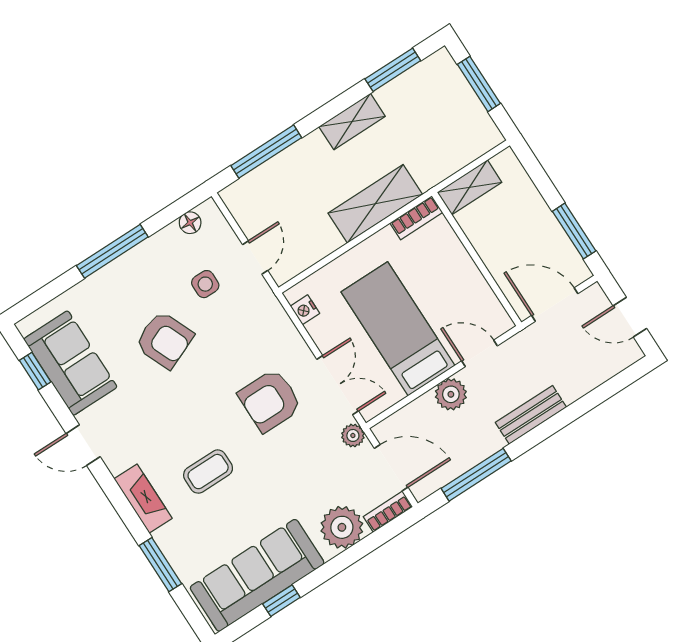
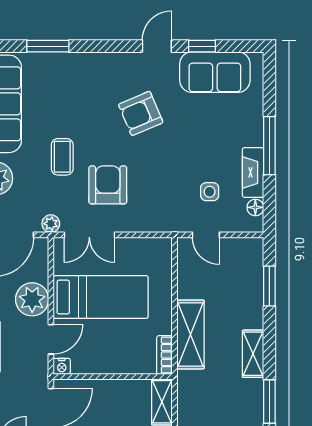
window: (266, 152) -> (269, 286), width x0.69
nightstand: (305, 310) -> (62, 366), moved, turned 180
armchair: (164, 340) -> (141, 113), moved
window: (35, 371) -> (202, 46), moved
plant: (451, 394) -> (32, 299), width x1.36, depth x1.36
coffee table: (208, 472) -> (62, 157), moved
fireplace: (143, 499) -> (253, 172), moved, turned 90

